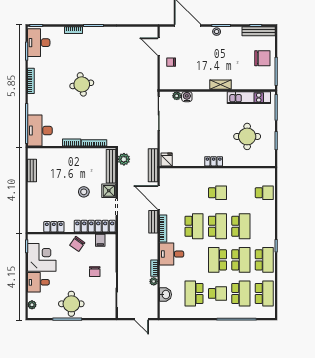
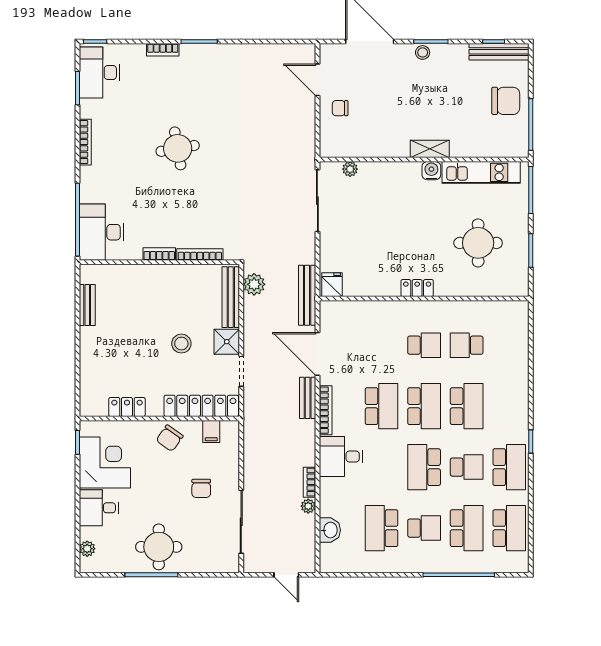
water cooler: (187, 97) -> (431, 171), moved
school desk: (264, 193) -> (467, 345), moved, turned 180
school desk: (241, 260) -> (467, 467), width x0.54

